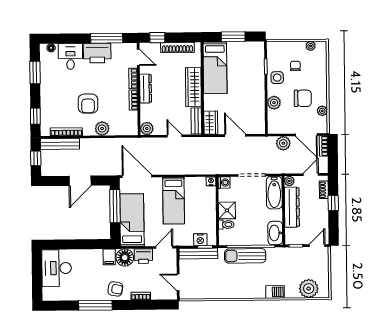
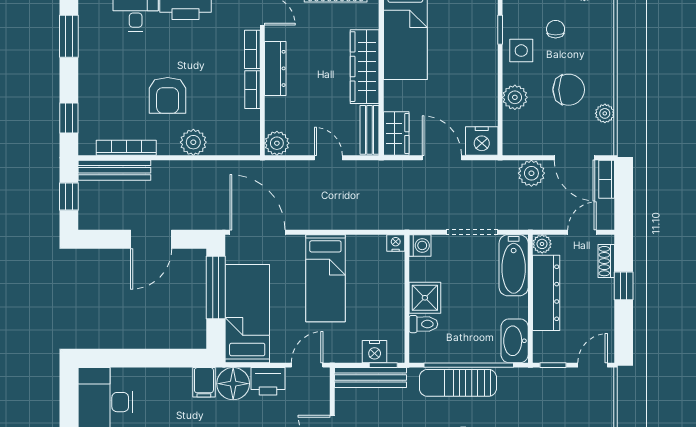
nightstand: (257, 126) -> (482, 141), added

